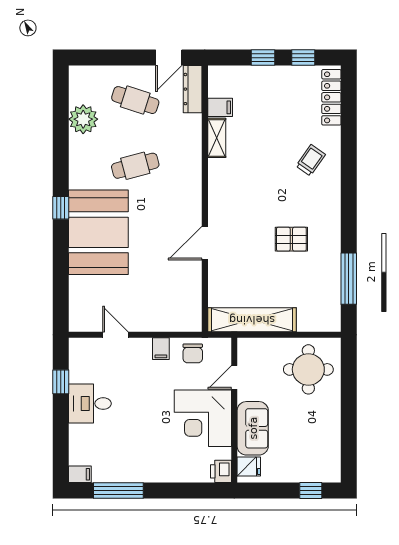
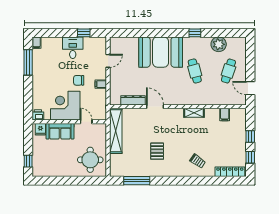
dresser: (193, 89) -> (133, 100), moved
shelving: (217, 138) -> (194, 113), moved
window: (61, 208) -> (195, 33), moved
chair: (193, 353) -> (79, 80), moved

